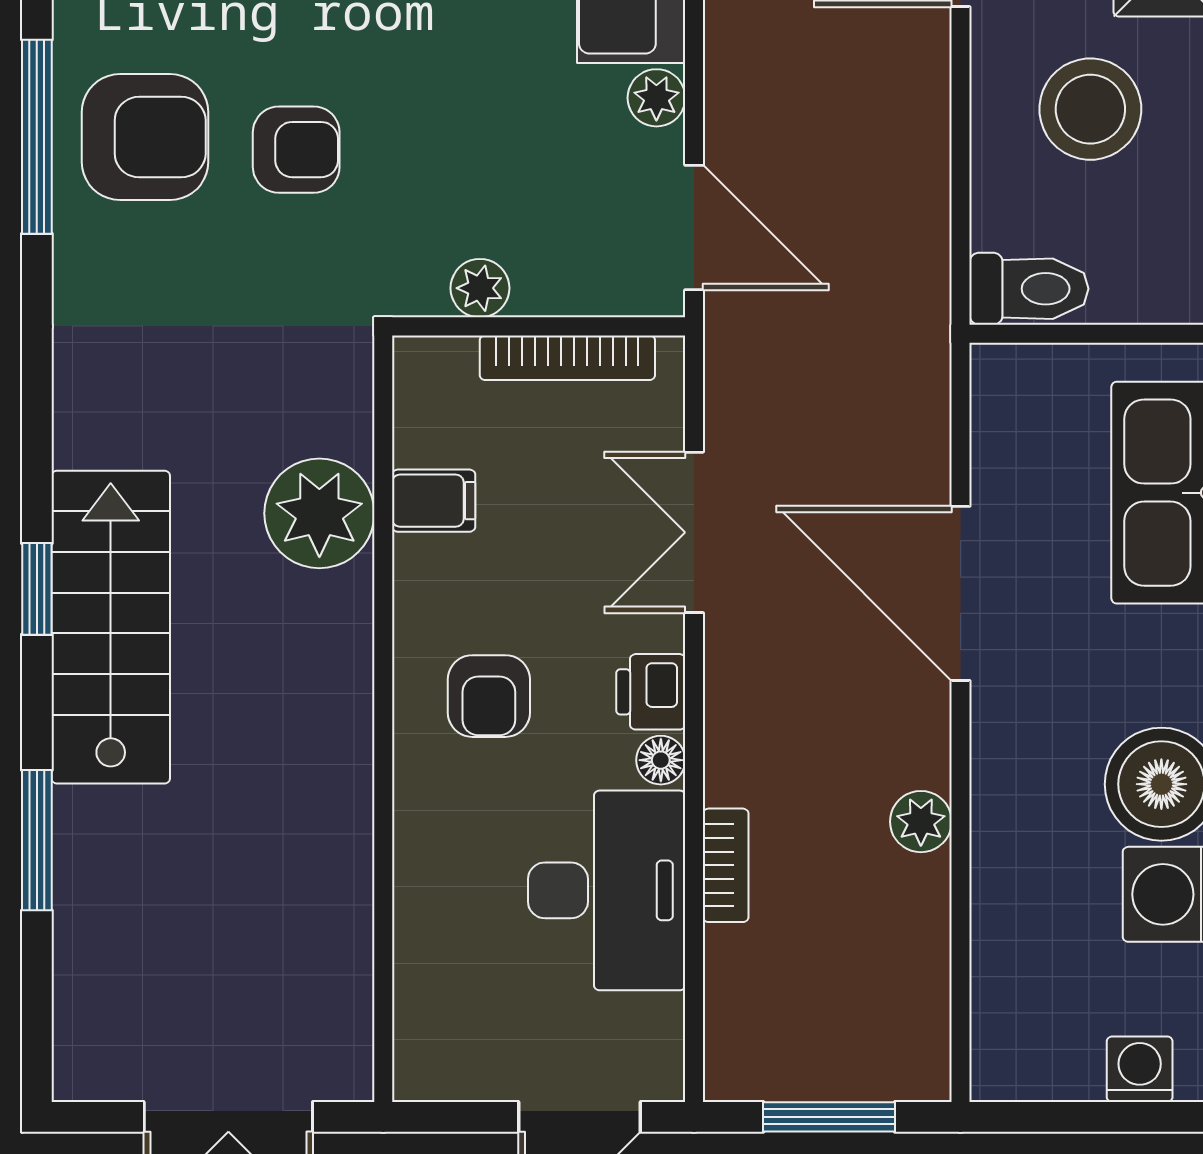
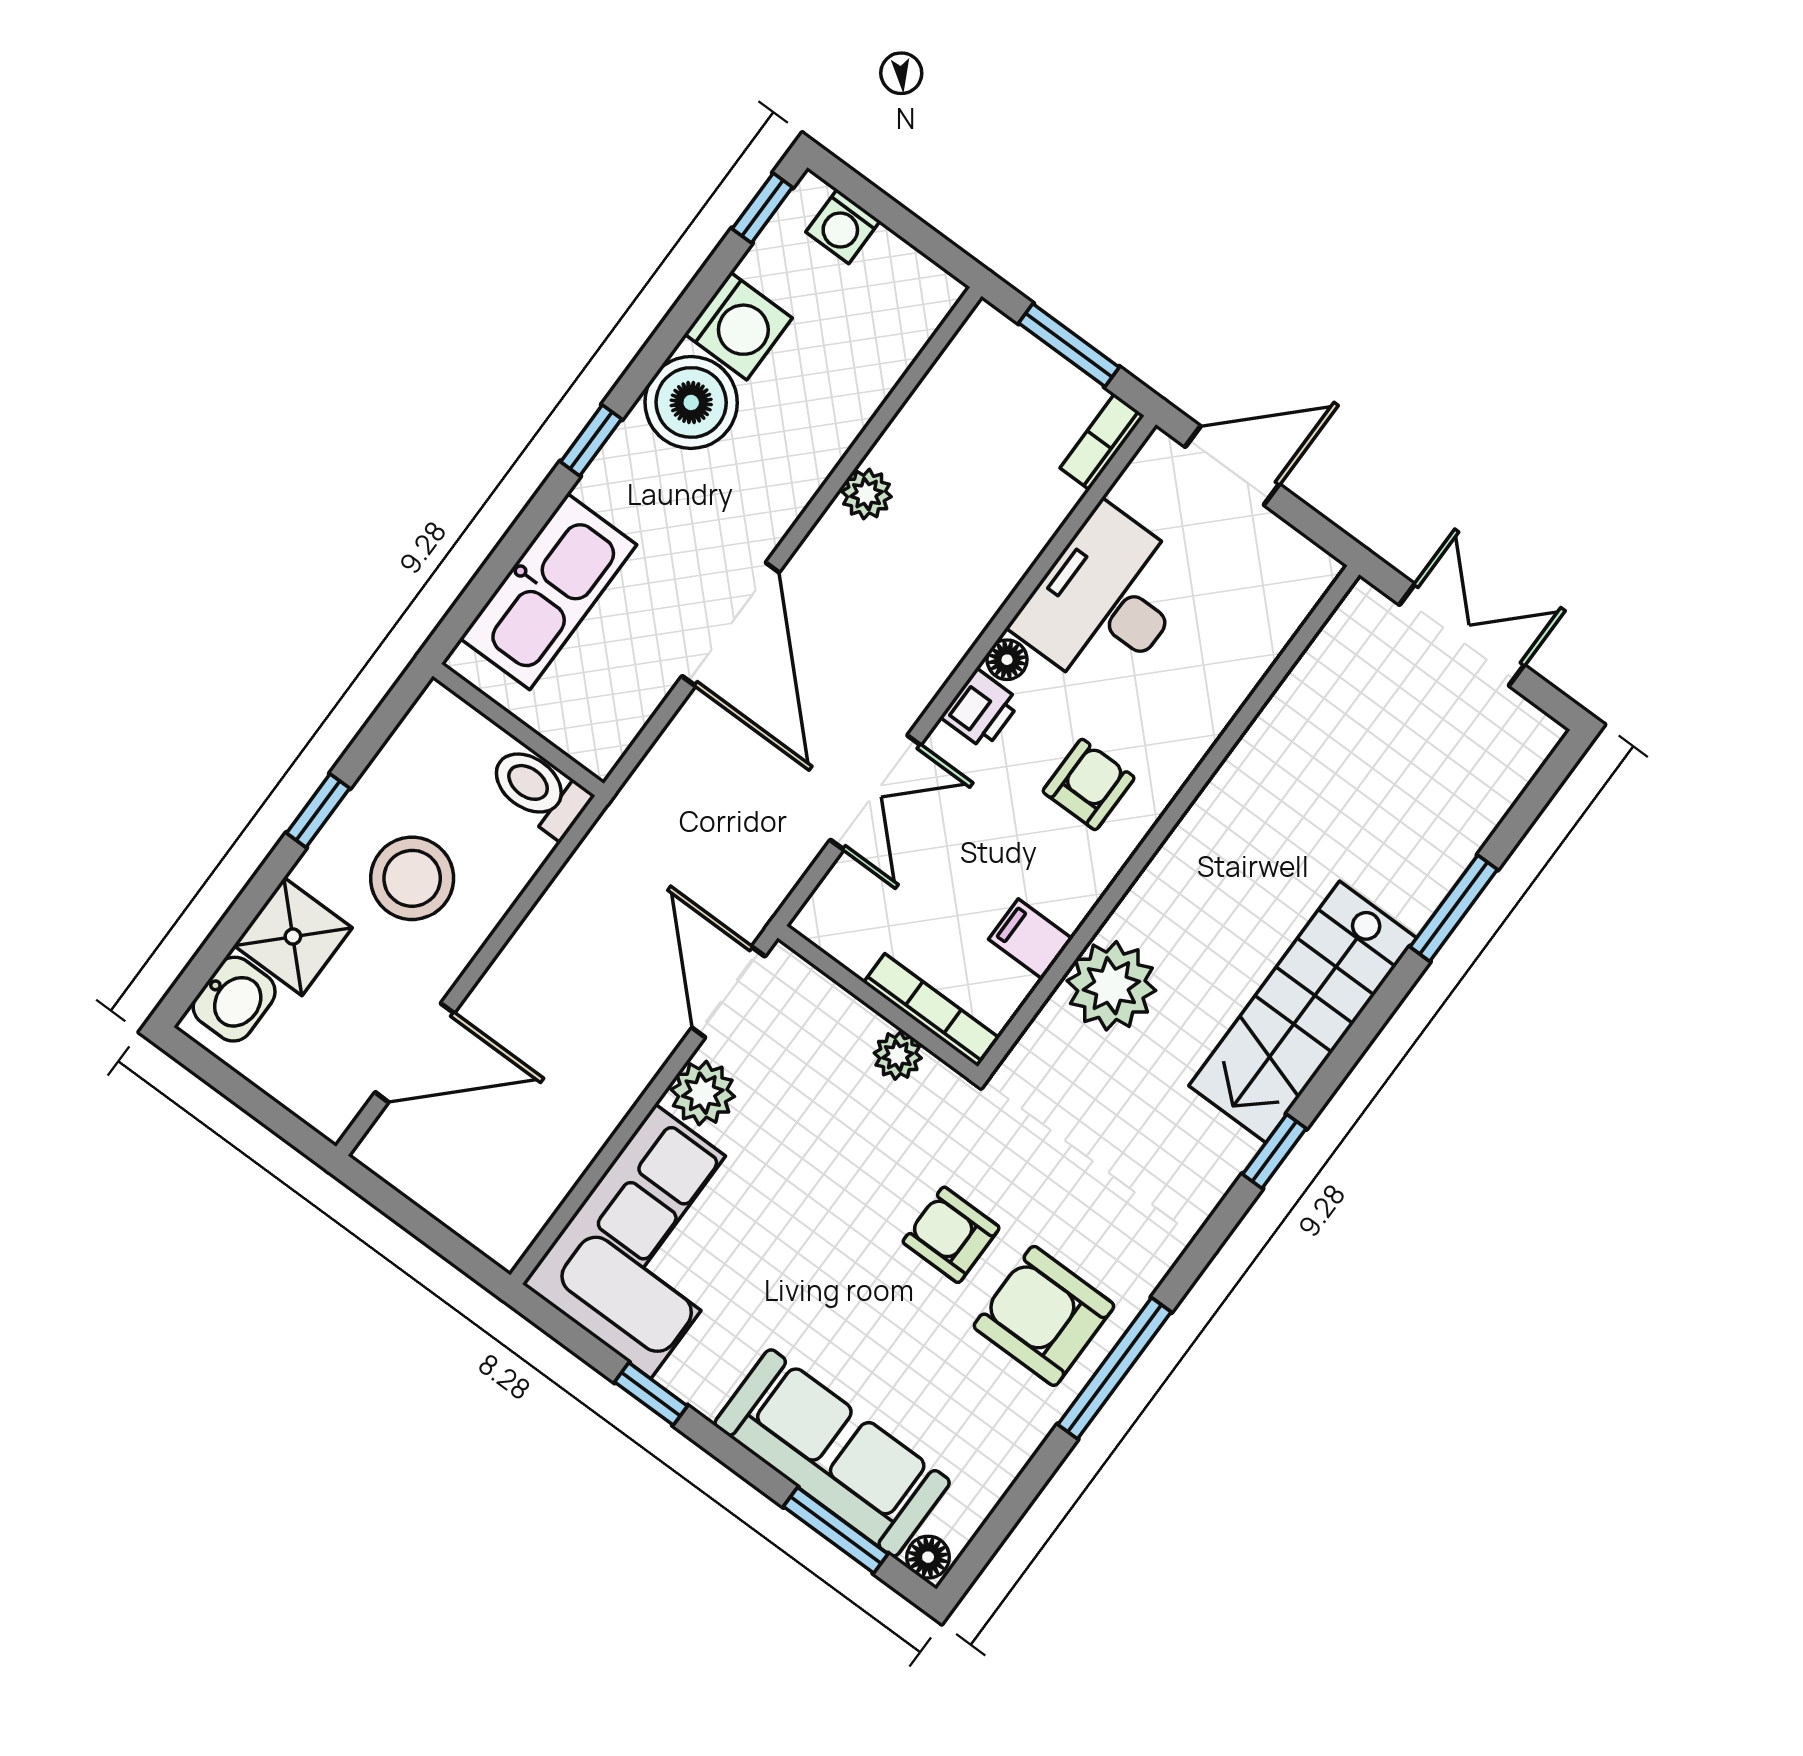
plant: (656, 98) -> (703, 1093), width x1.38, depth x1.38
bookcase: (567, 358) -> (931, 1010), moved
window: (37, 589) -> (1274, 1151), moved
bookcase: (726, 865) -> (1102, 442), moved

